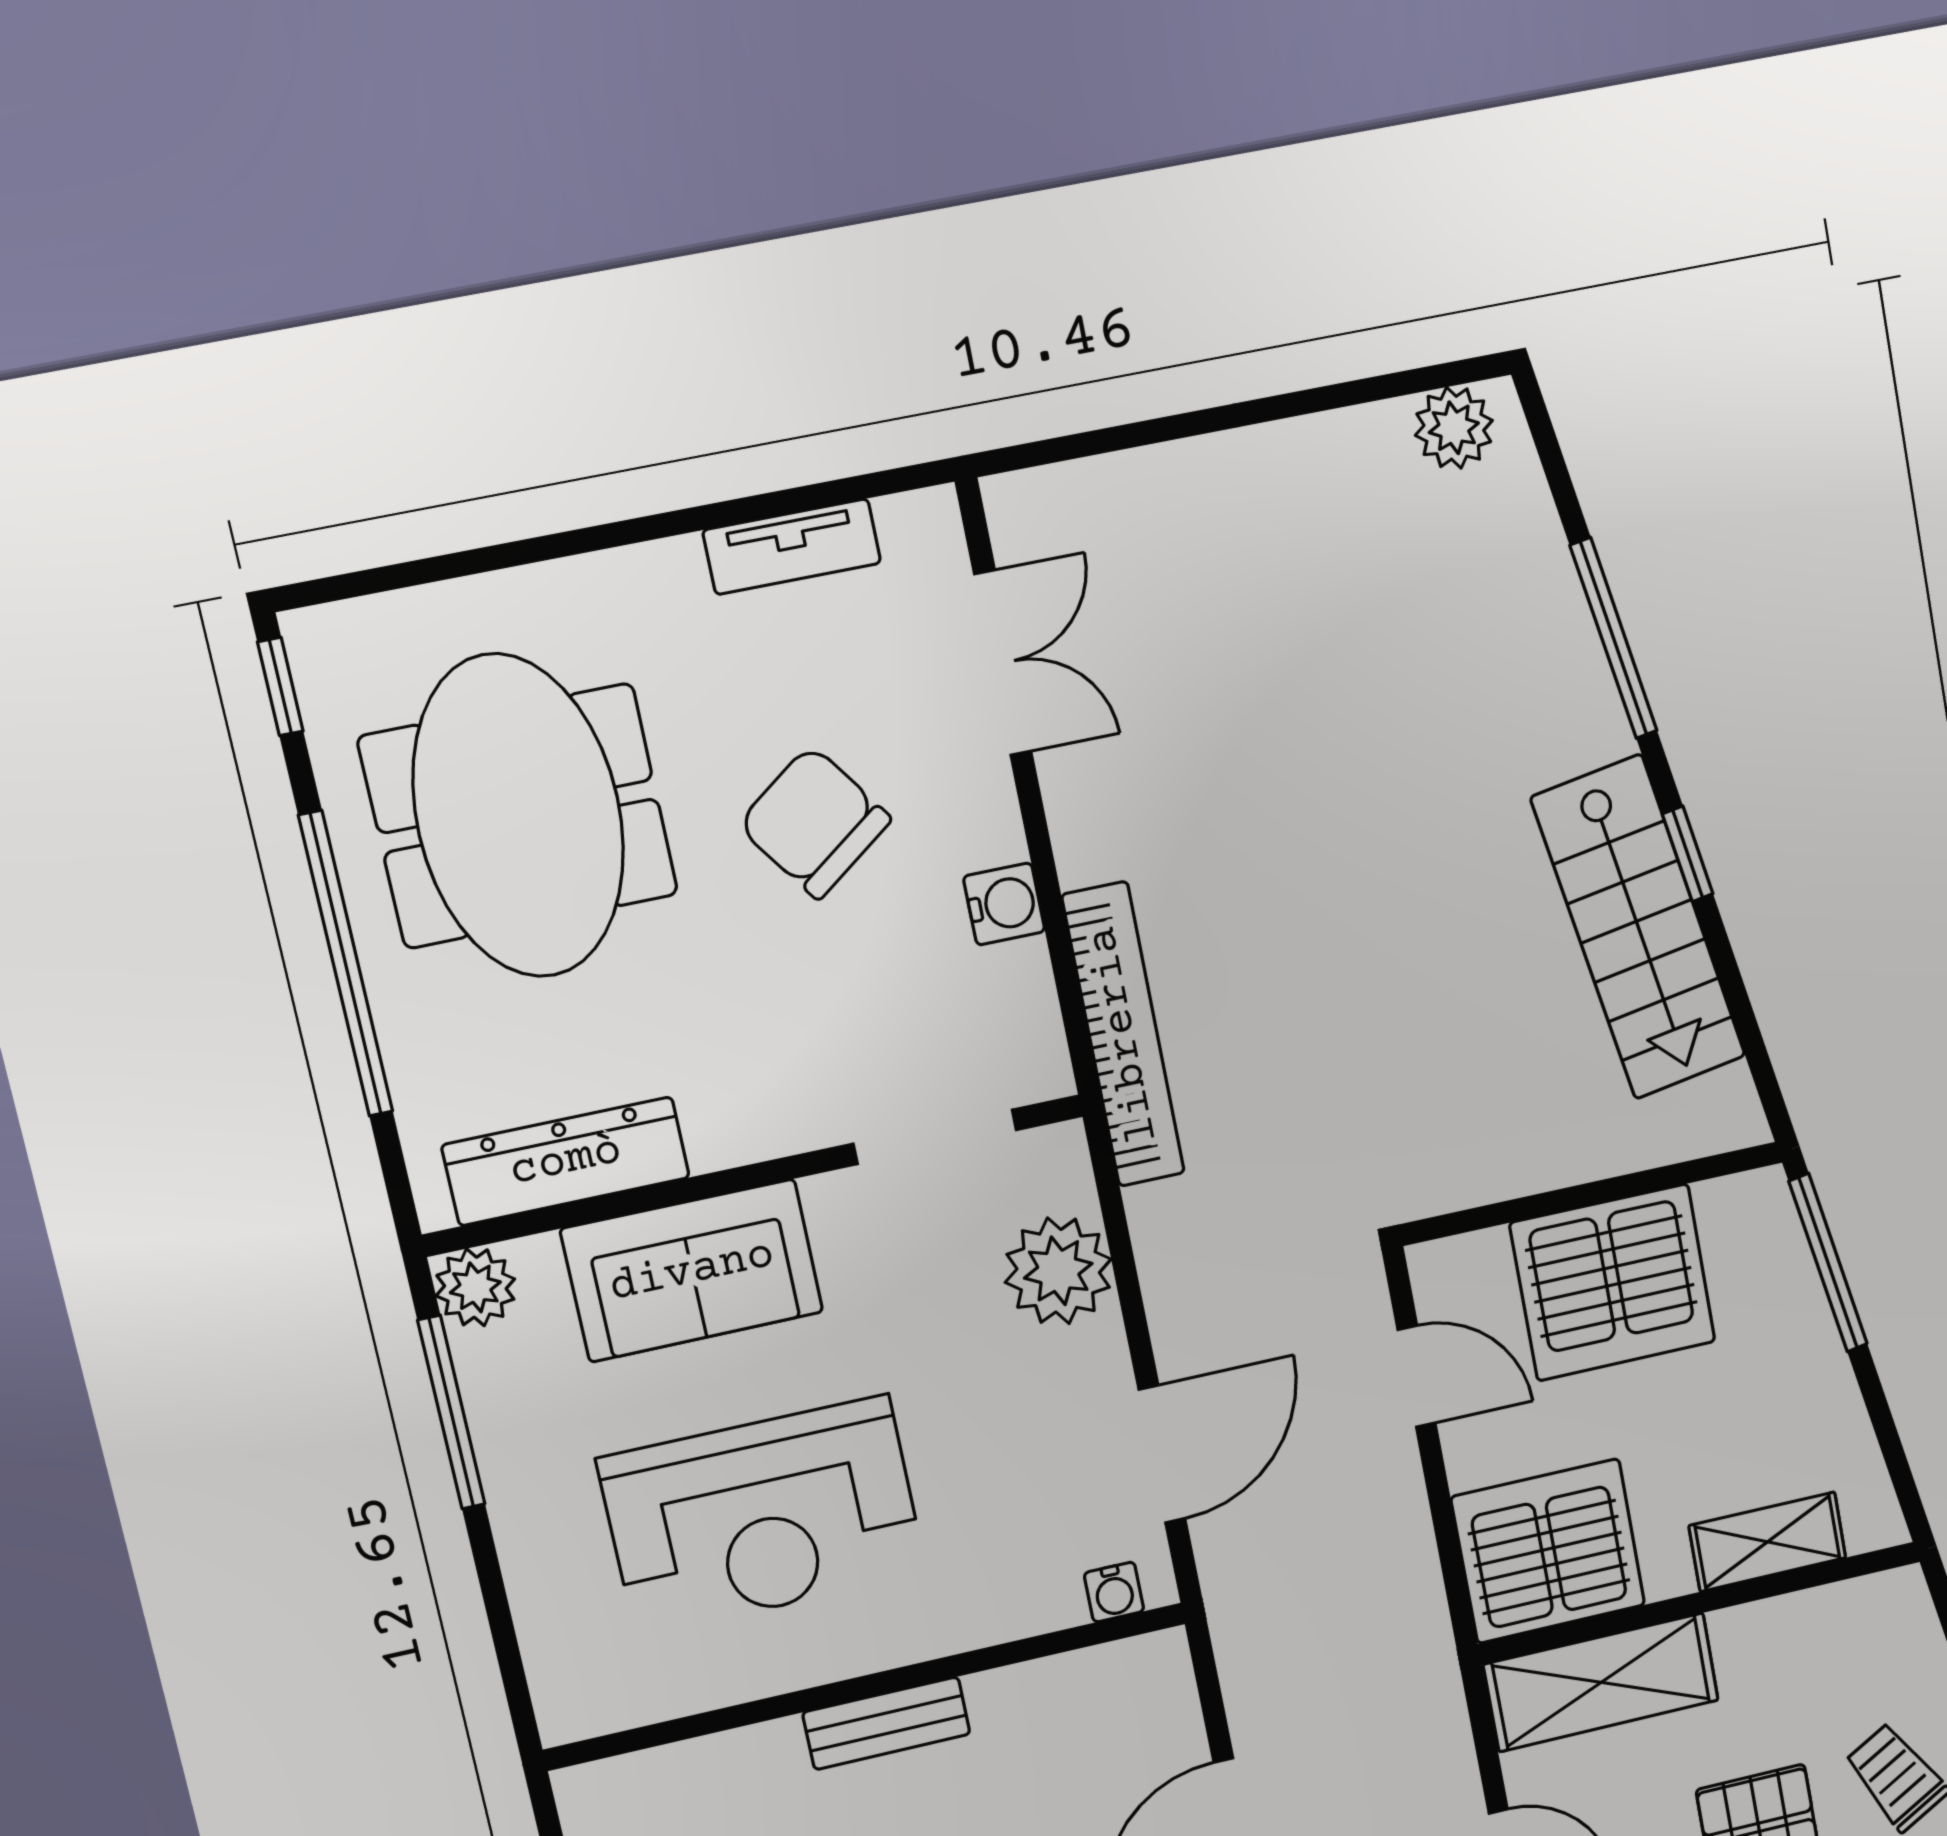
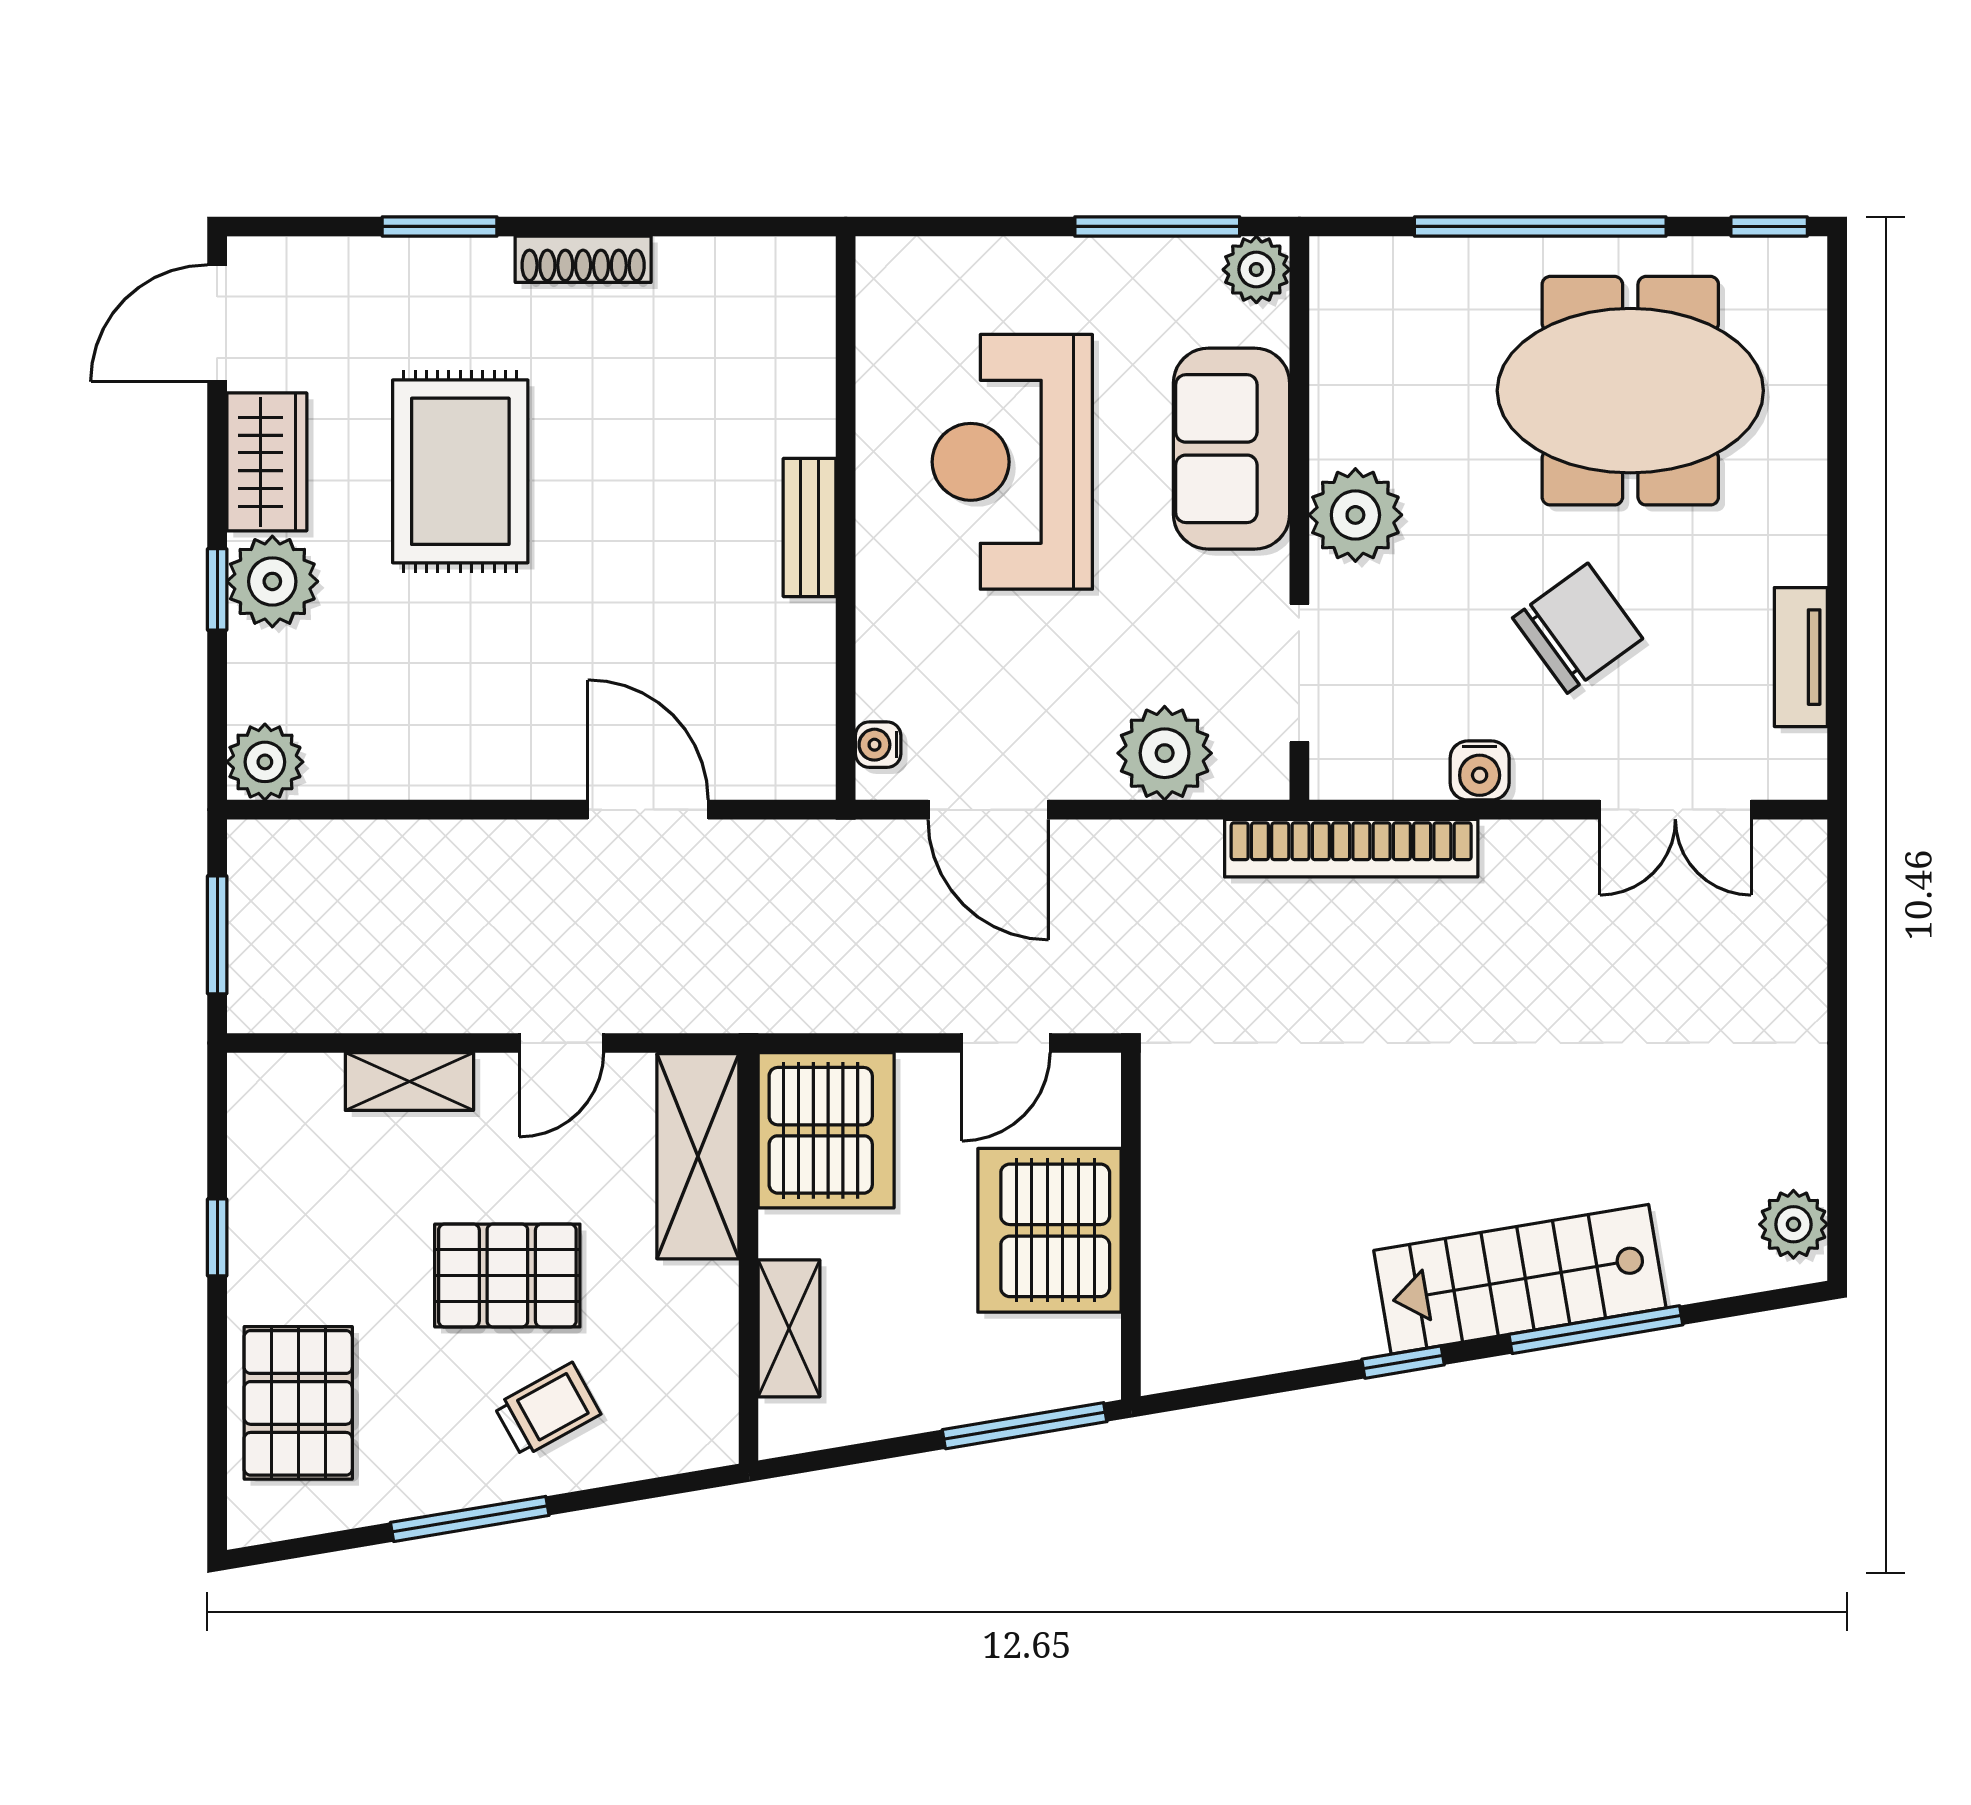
stairs: (1638, 927) -> (1520, 1279), moved
plant: (738, 1111) -> (1355, 515), added
dresser: (566, 1161) -> (1344, 366), removed

